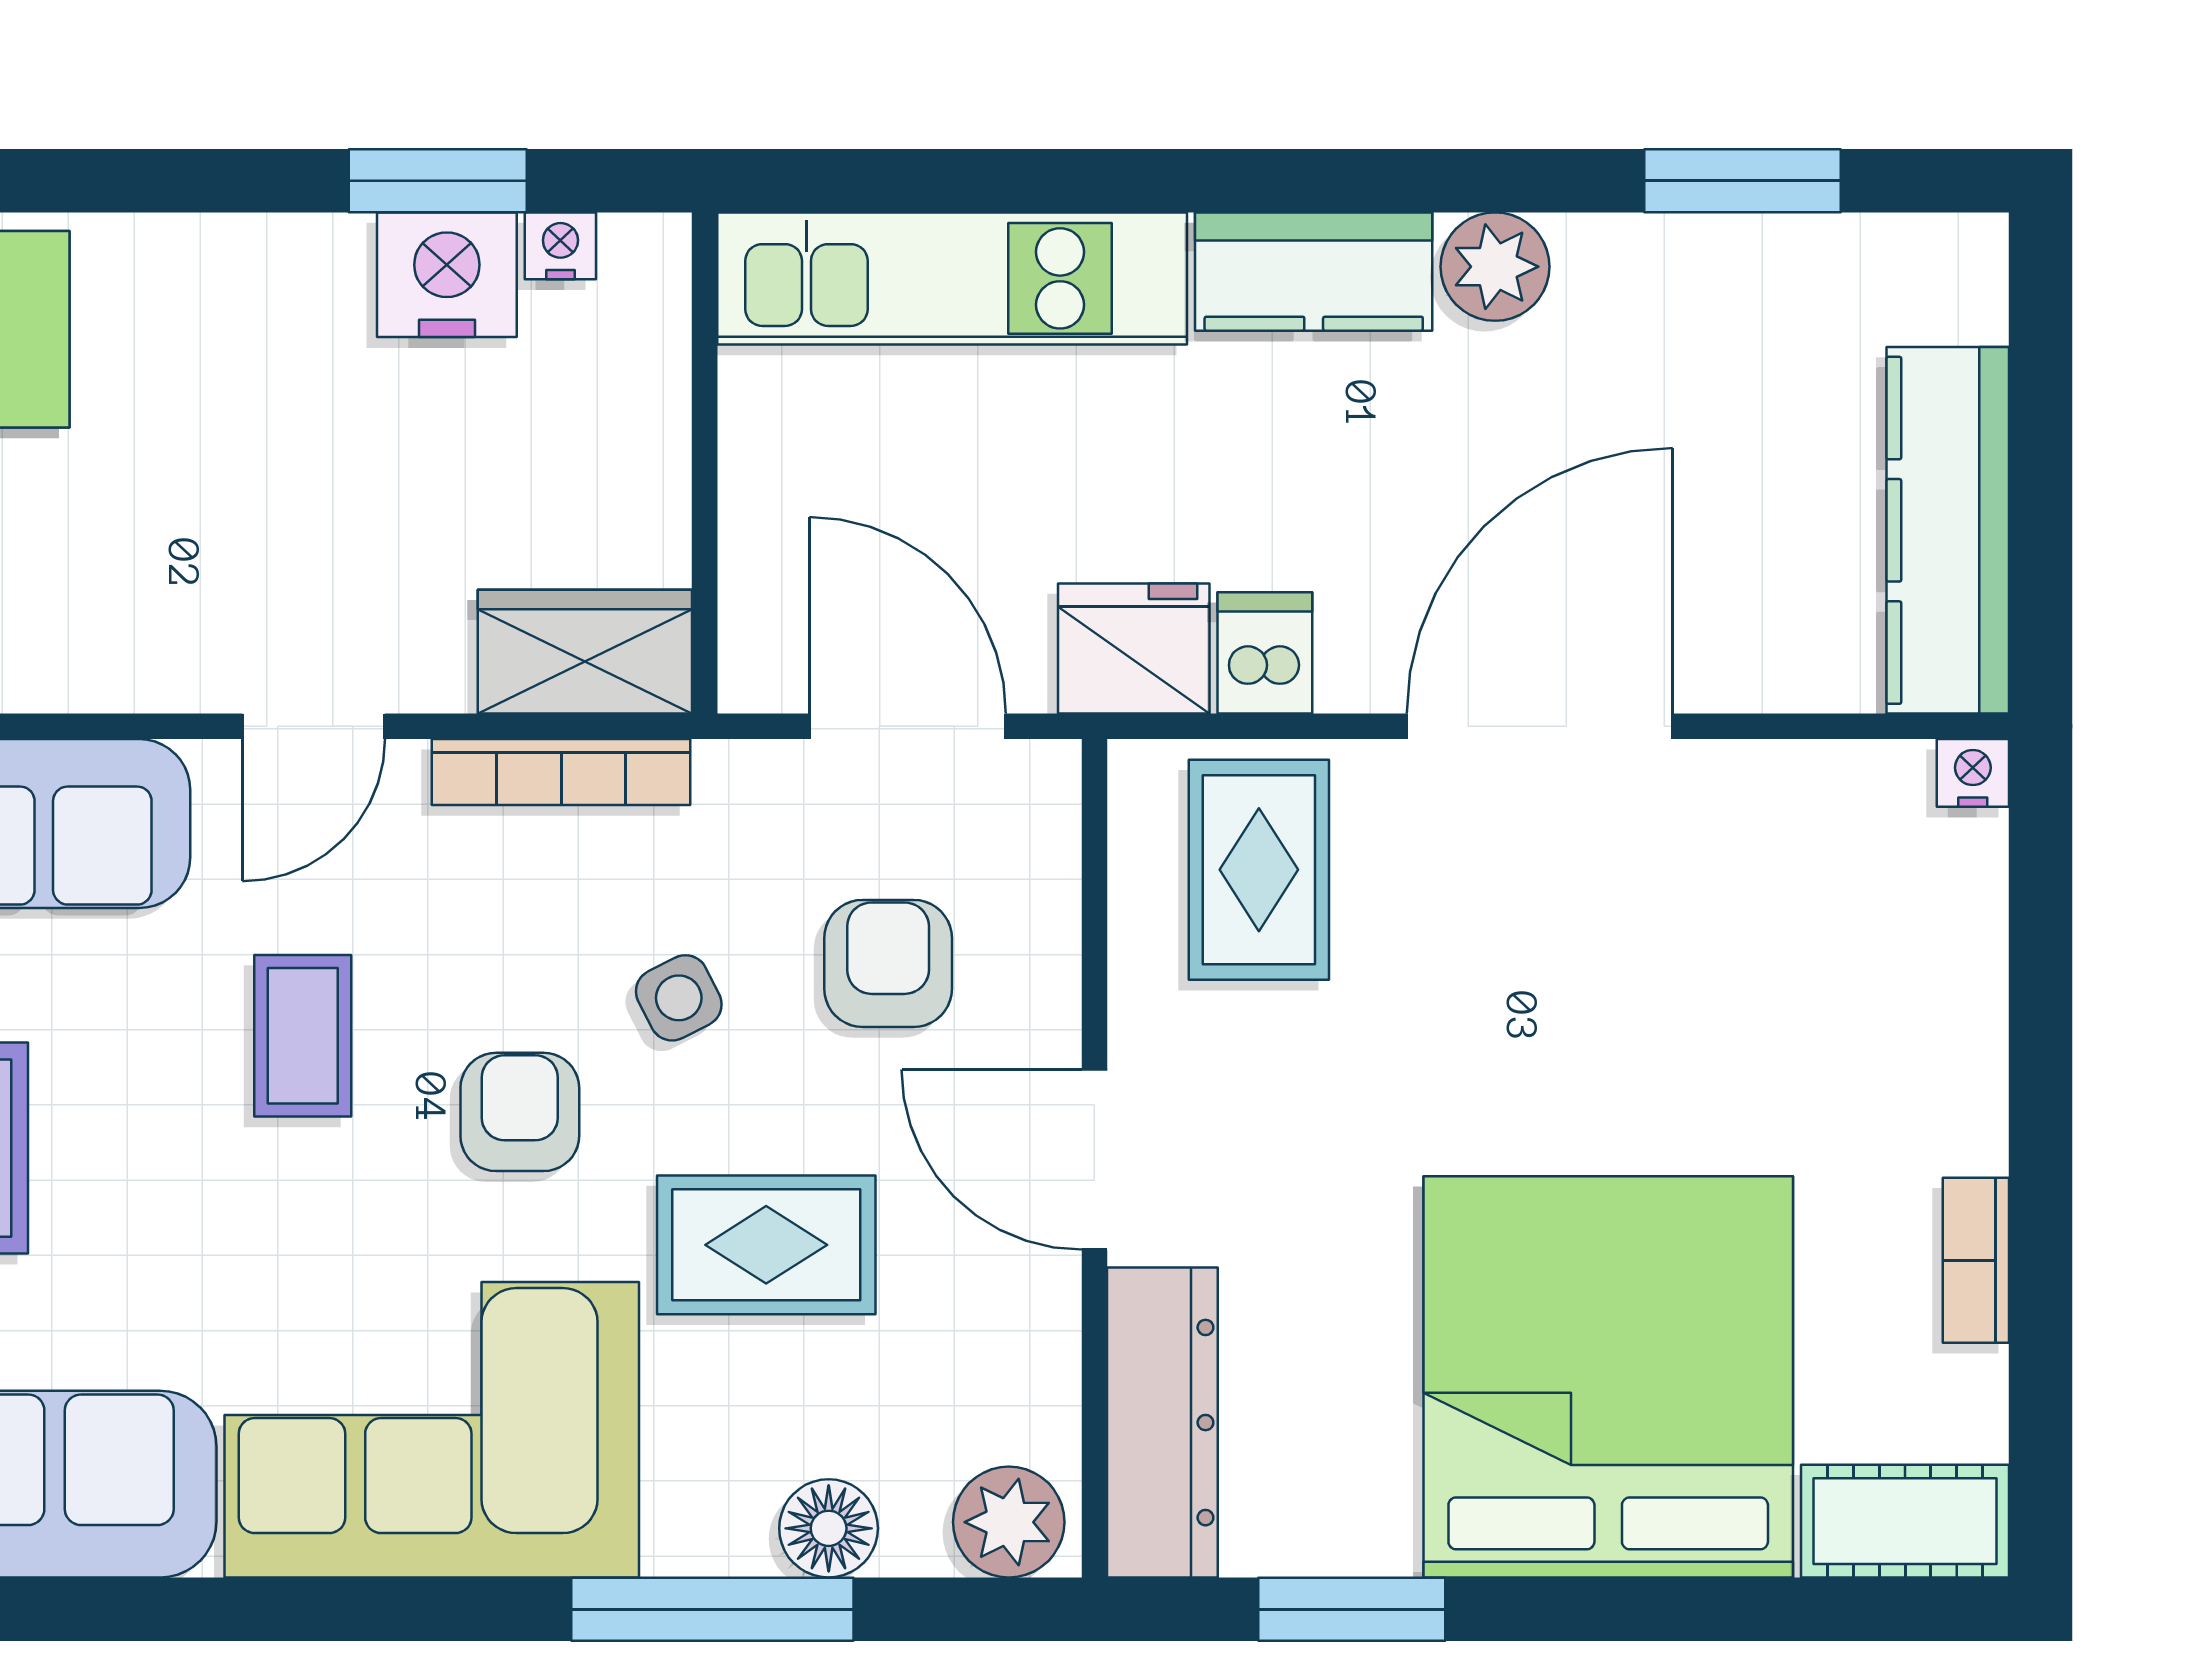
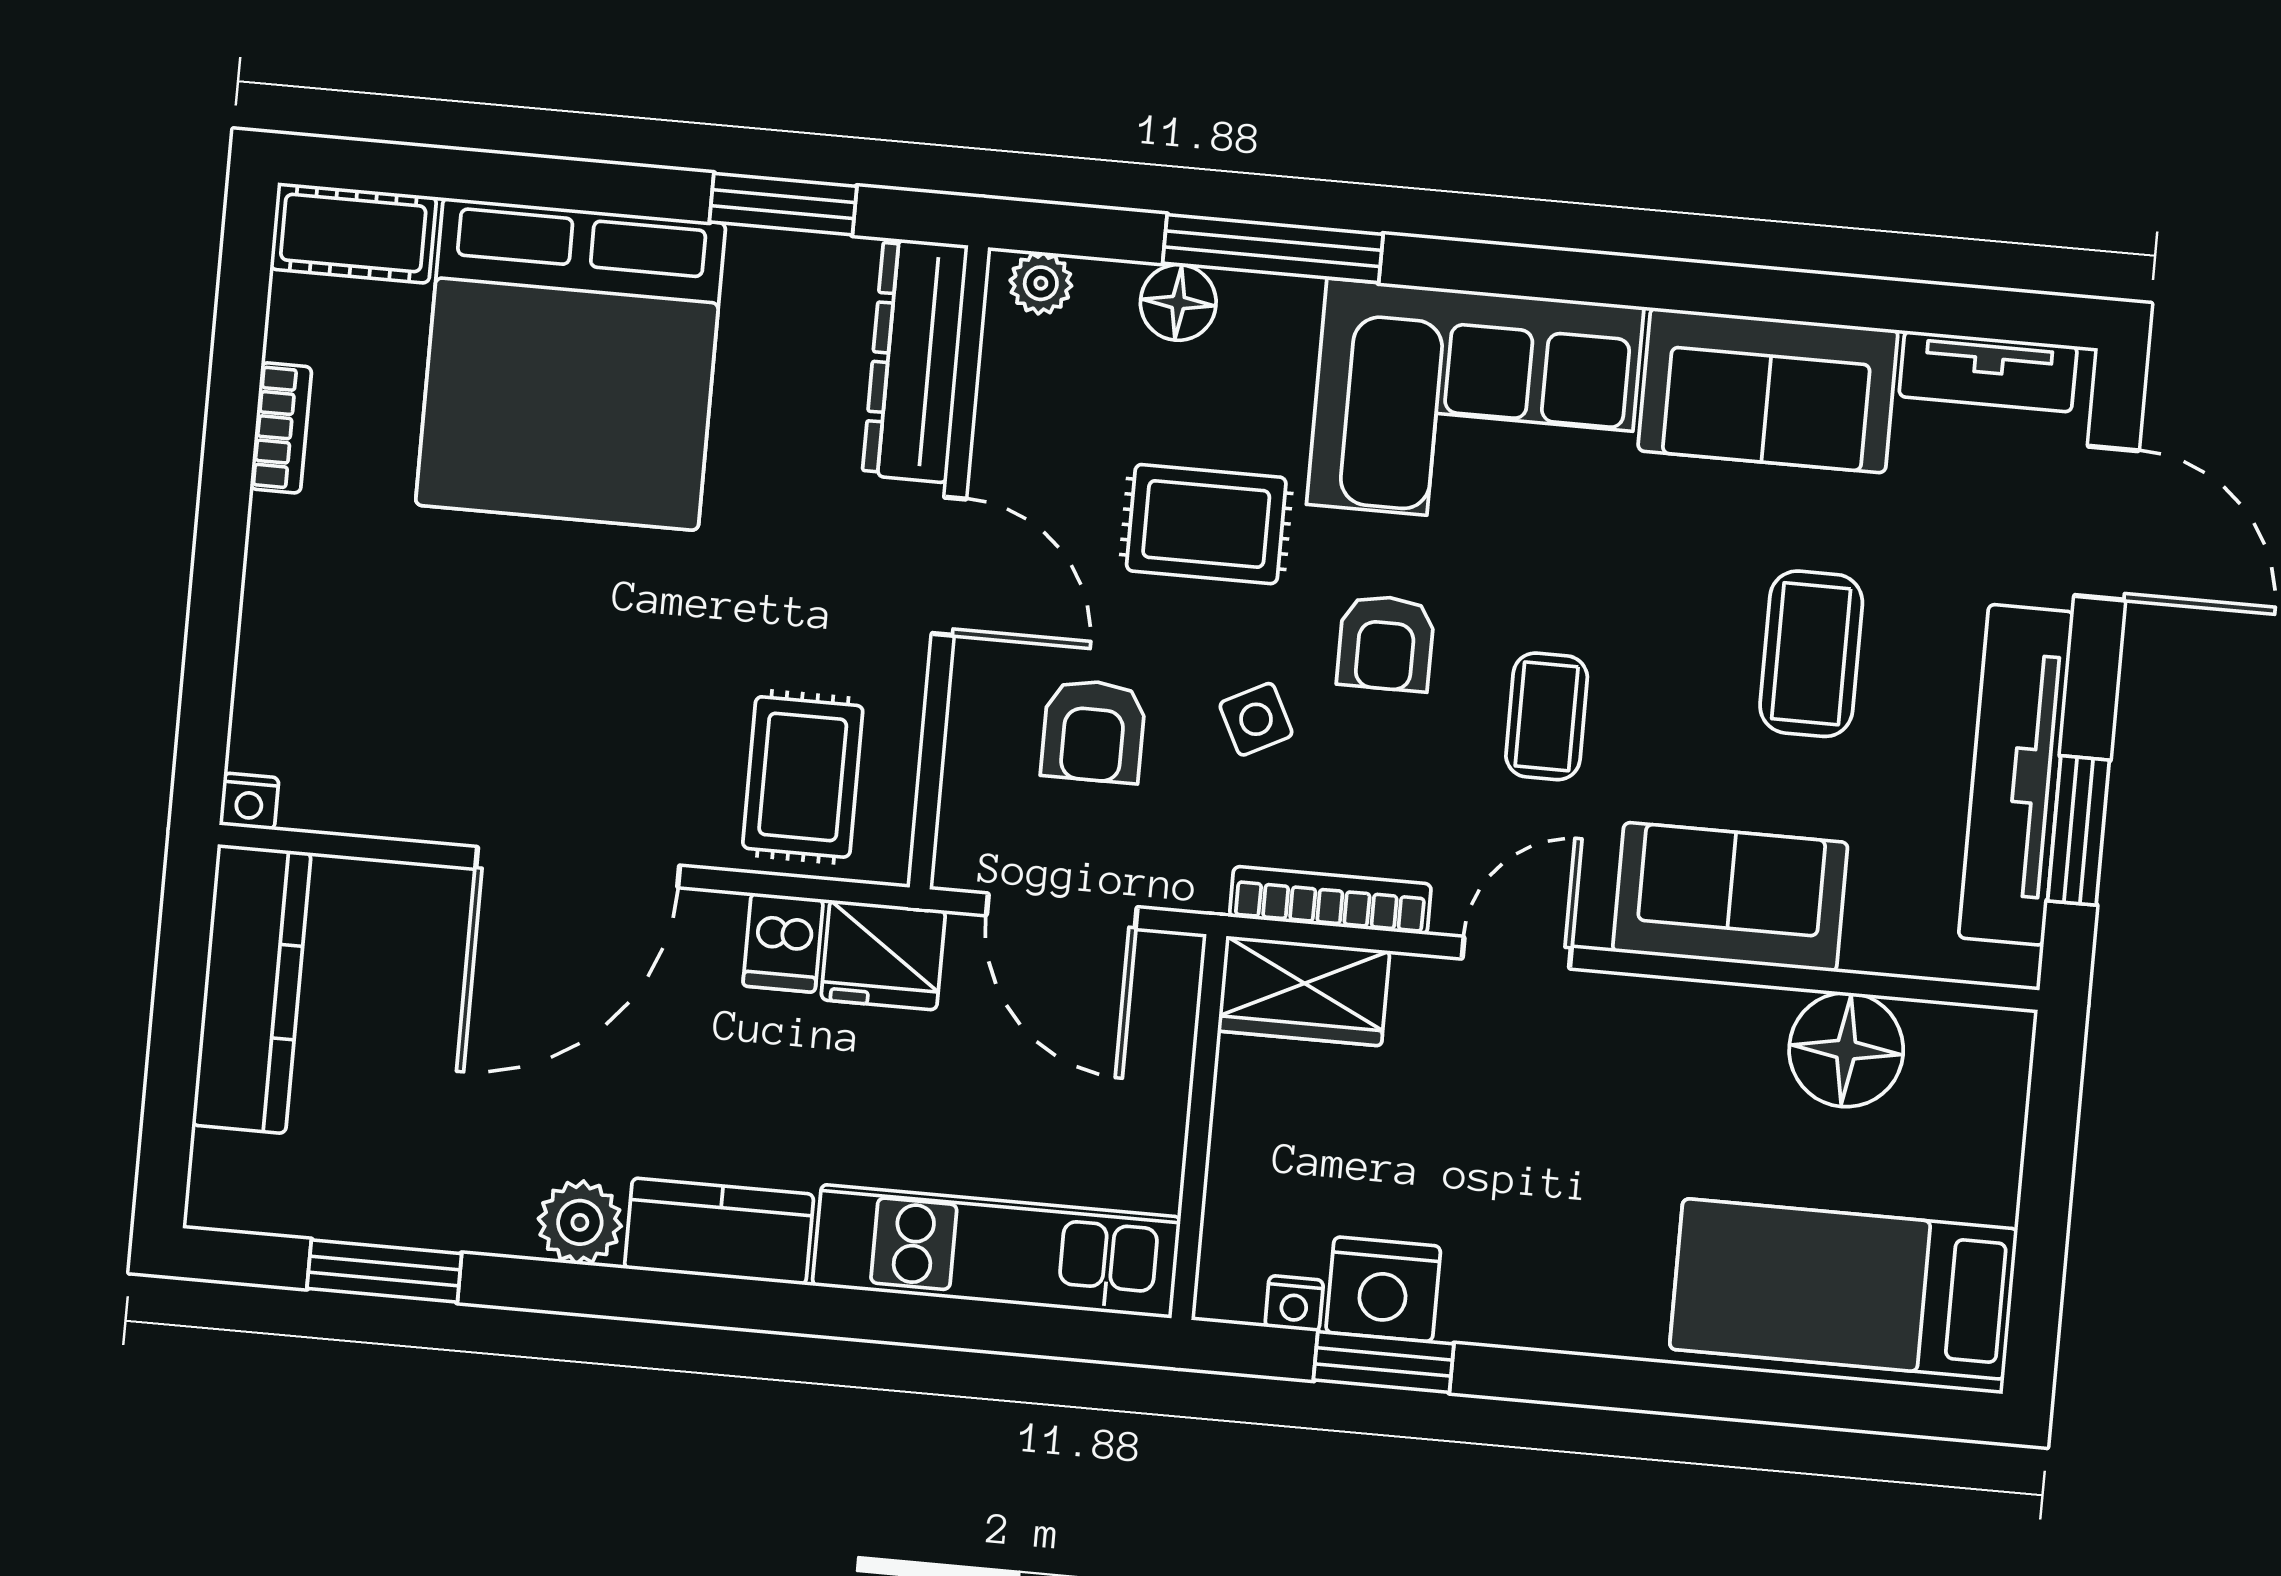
plant: (1009, 1522) -> (1041, 283), width x0.73, depth x0.73

